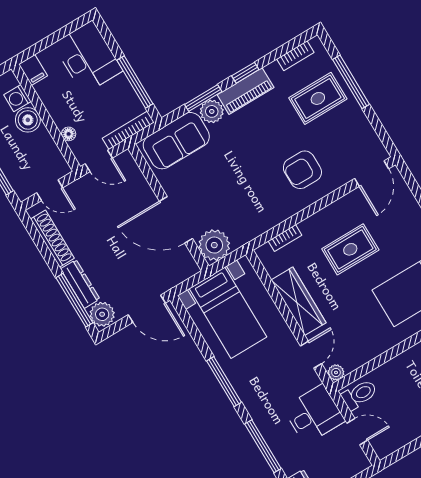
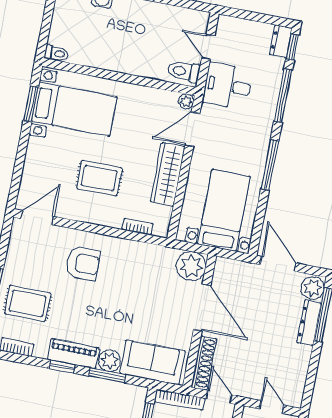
shoe rack: (52, 239) -> (204, 363), moved, turned 180
door: (311, 355) -> (192, 129), width x1.38

